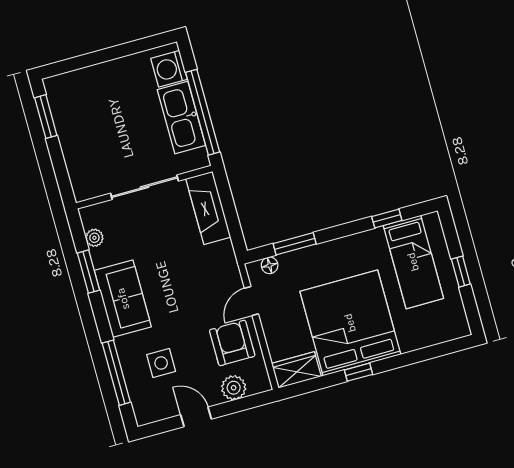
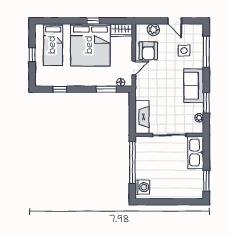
kitchen sink: (181, 117) -> (196, 153), moved, turned 180
bed: (413, 262) -> (53, 45), moved, turned 180

